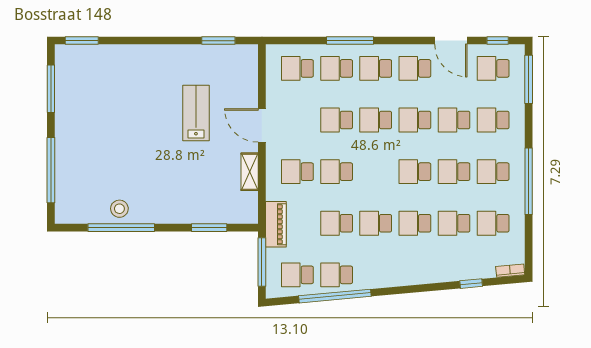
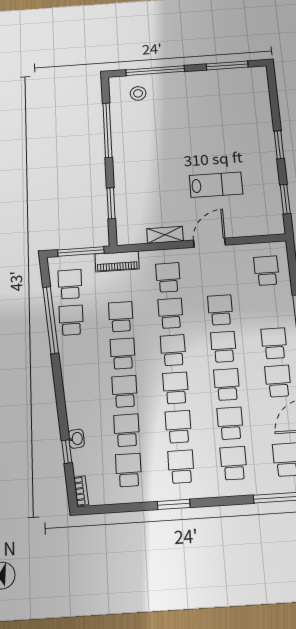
window: (82, 41) -> (279, 145), moved
school desk: (337, 68) -> (173, 350), moved
window: (529, 181) -> (174, 504), width x0.47
stool: (119, 209) -> (138, 93), moved
washbasin: (459, 274) -> (76, 439), added

